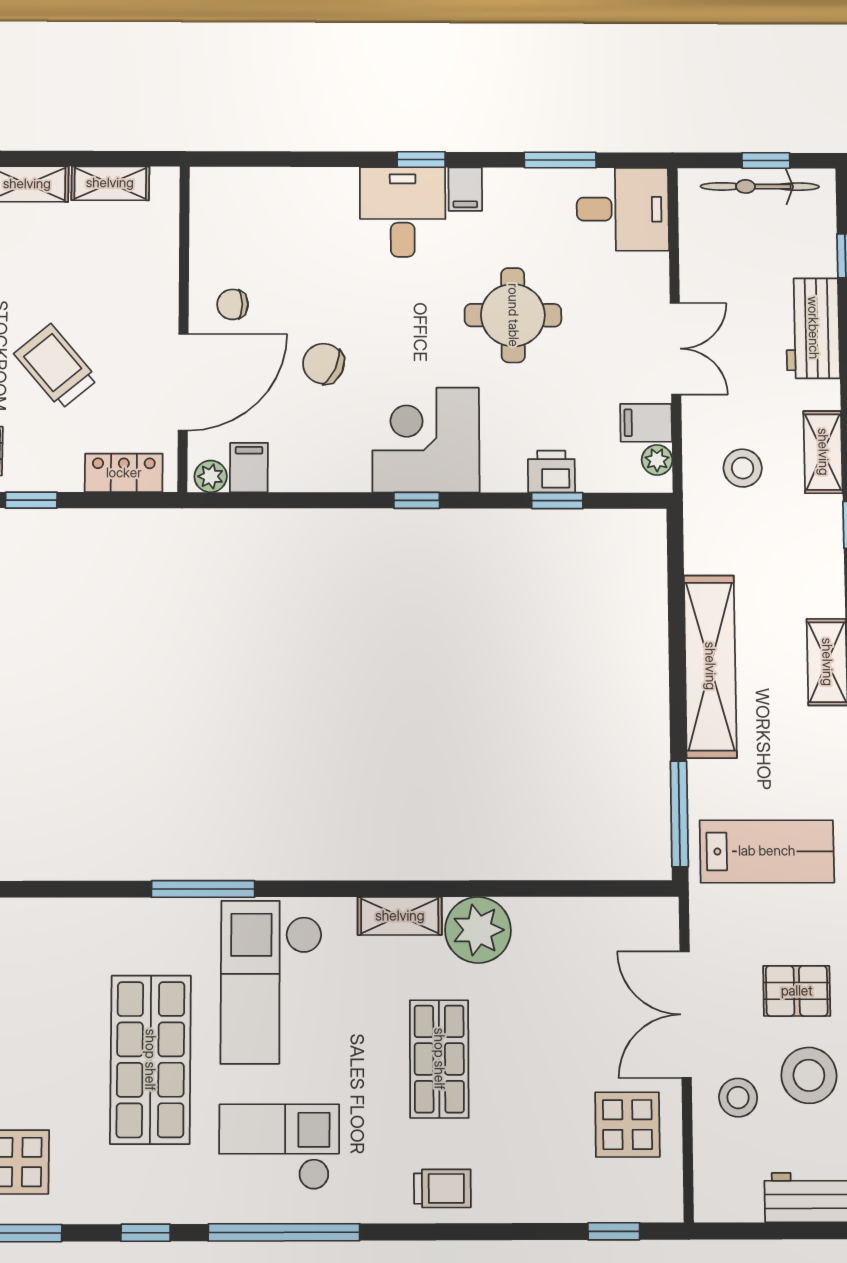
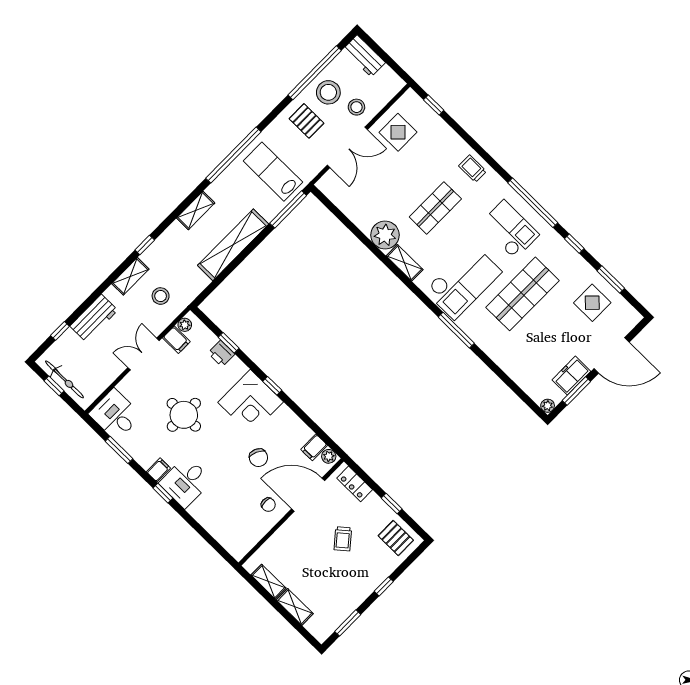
trolley: (56, 366) -> (343, 539), width x0.73, depth x0.72
checkout: (279, 1147) -> (509, 229), turned 180

